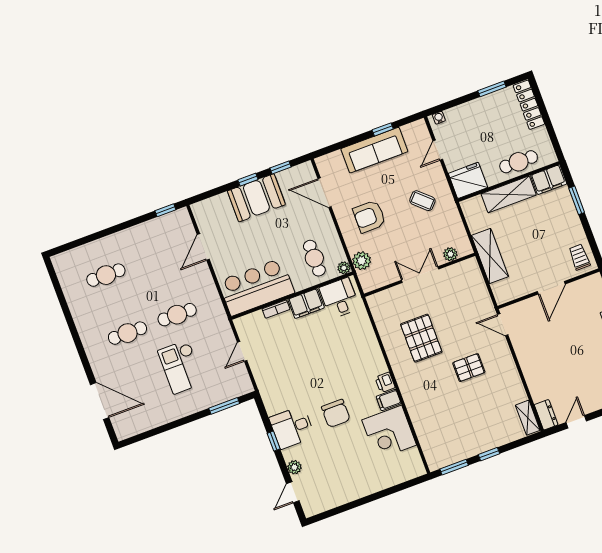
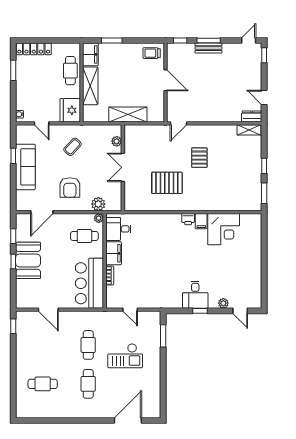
cafe table: (106, 275) -> (43, 384), turned 90
chair: (336, 413) -> (197, 261), removed

